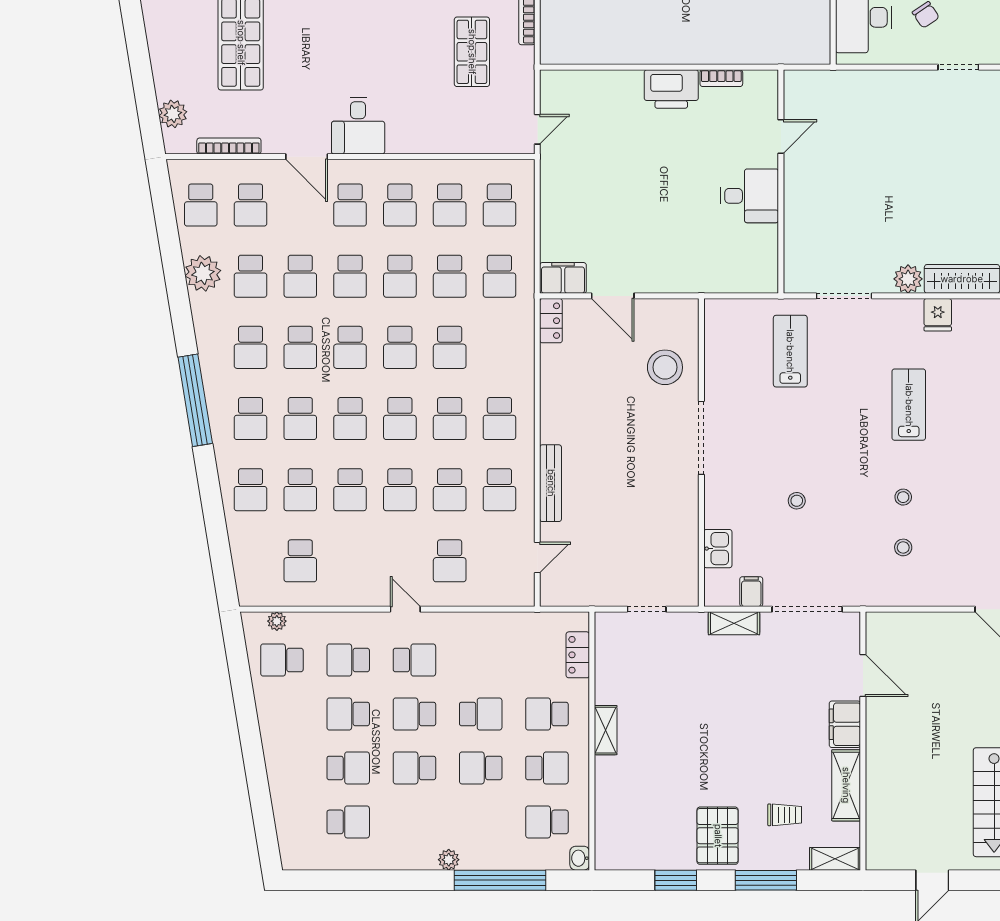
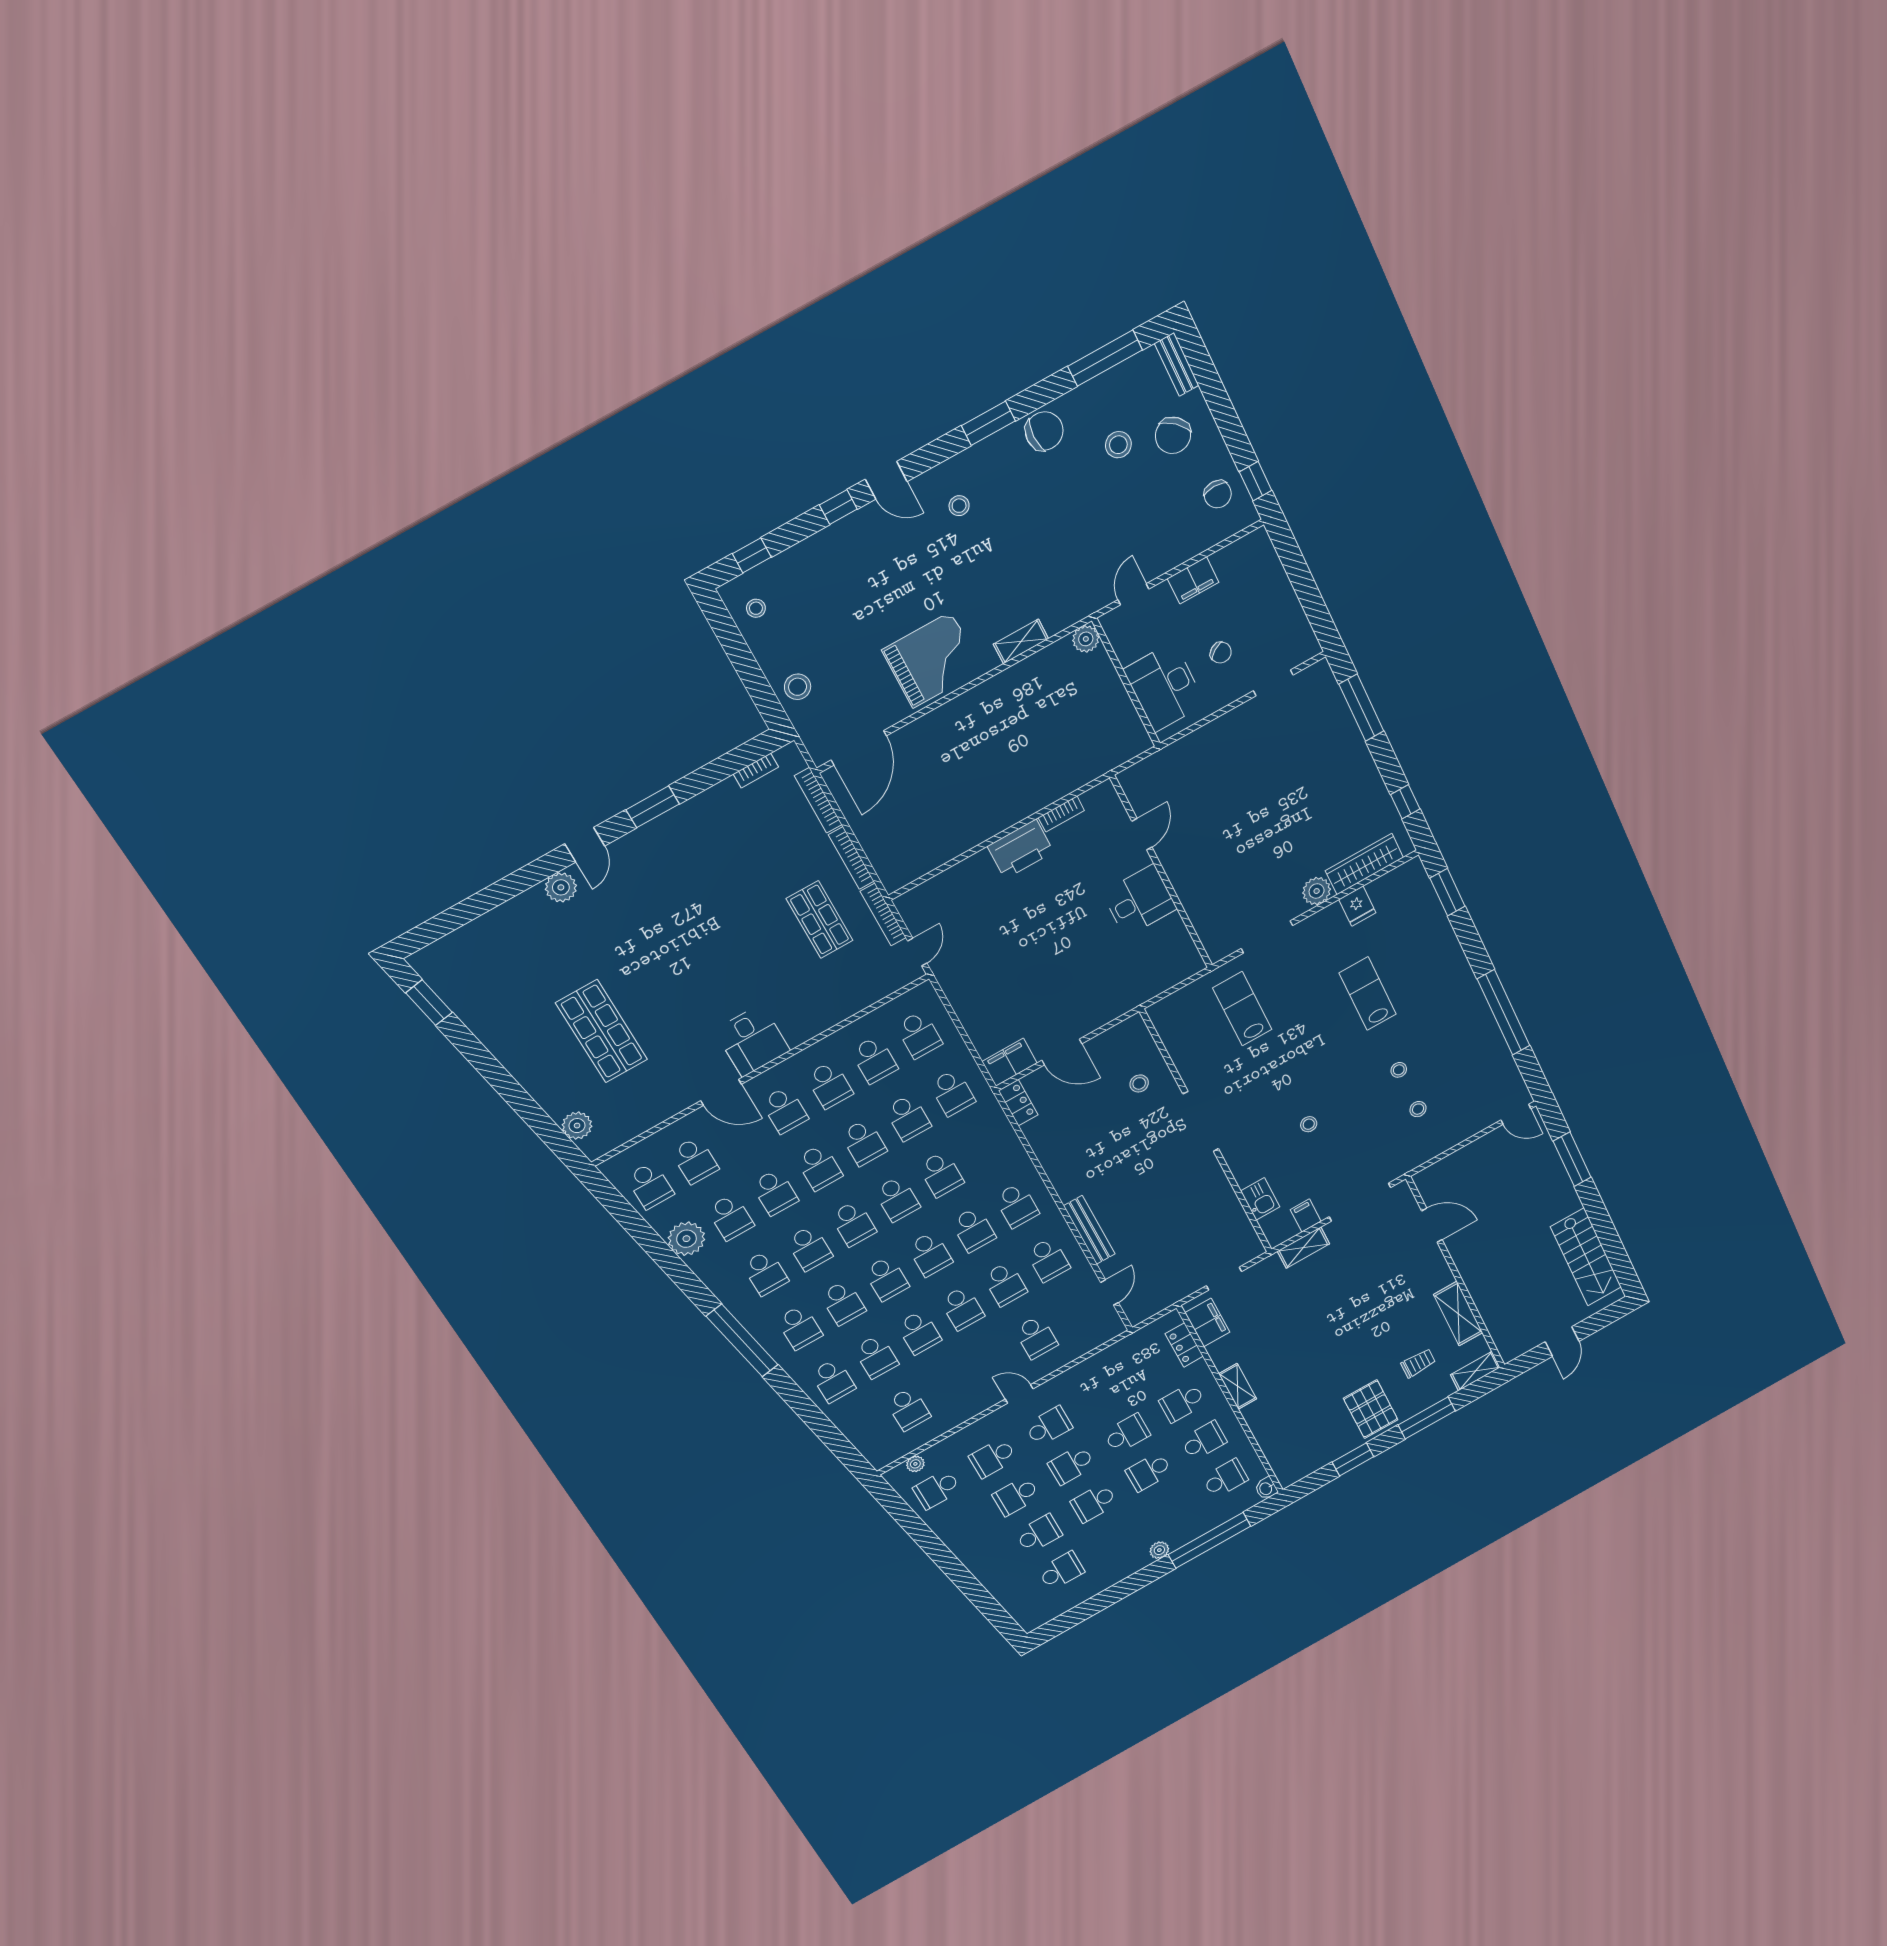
bookcase: (229, 146) -> (883, 915), moved, turned -90
stool: (665, 367) -> (1139, 1083), width x0.53, depth x0.53
filing cabinet: (845, 724) -> (1207, 1322), moved, turned 180
school desk: (547, 822) -> (1225, 1479), turned 180

